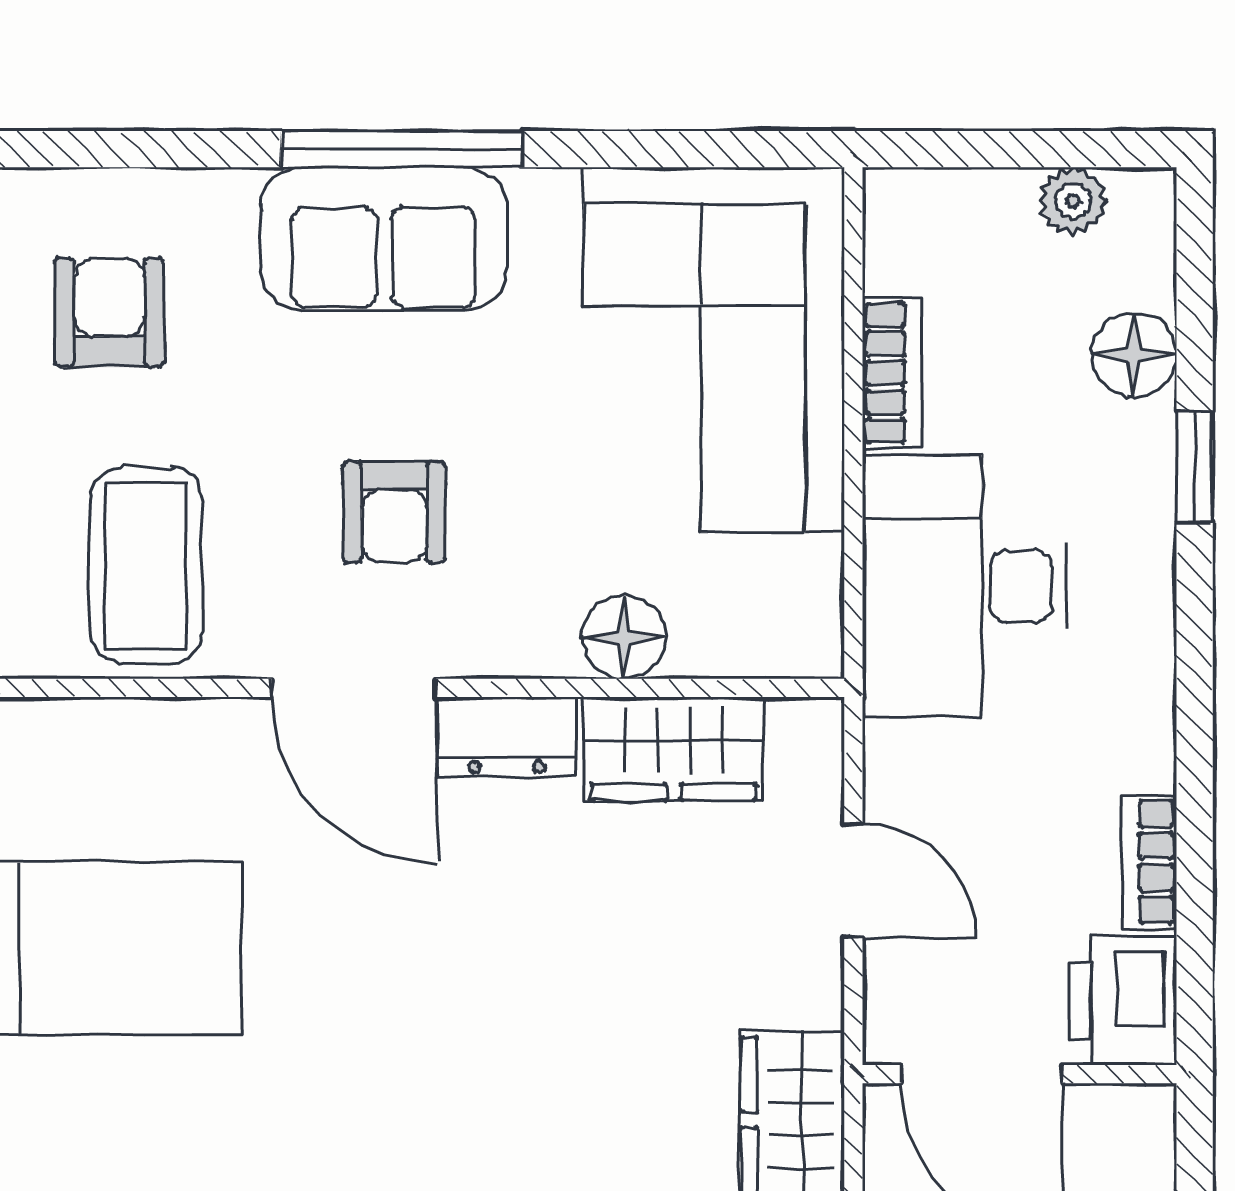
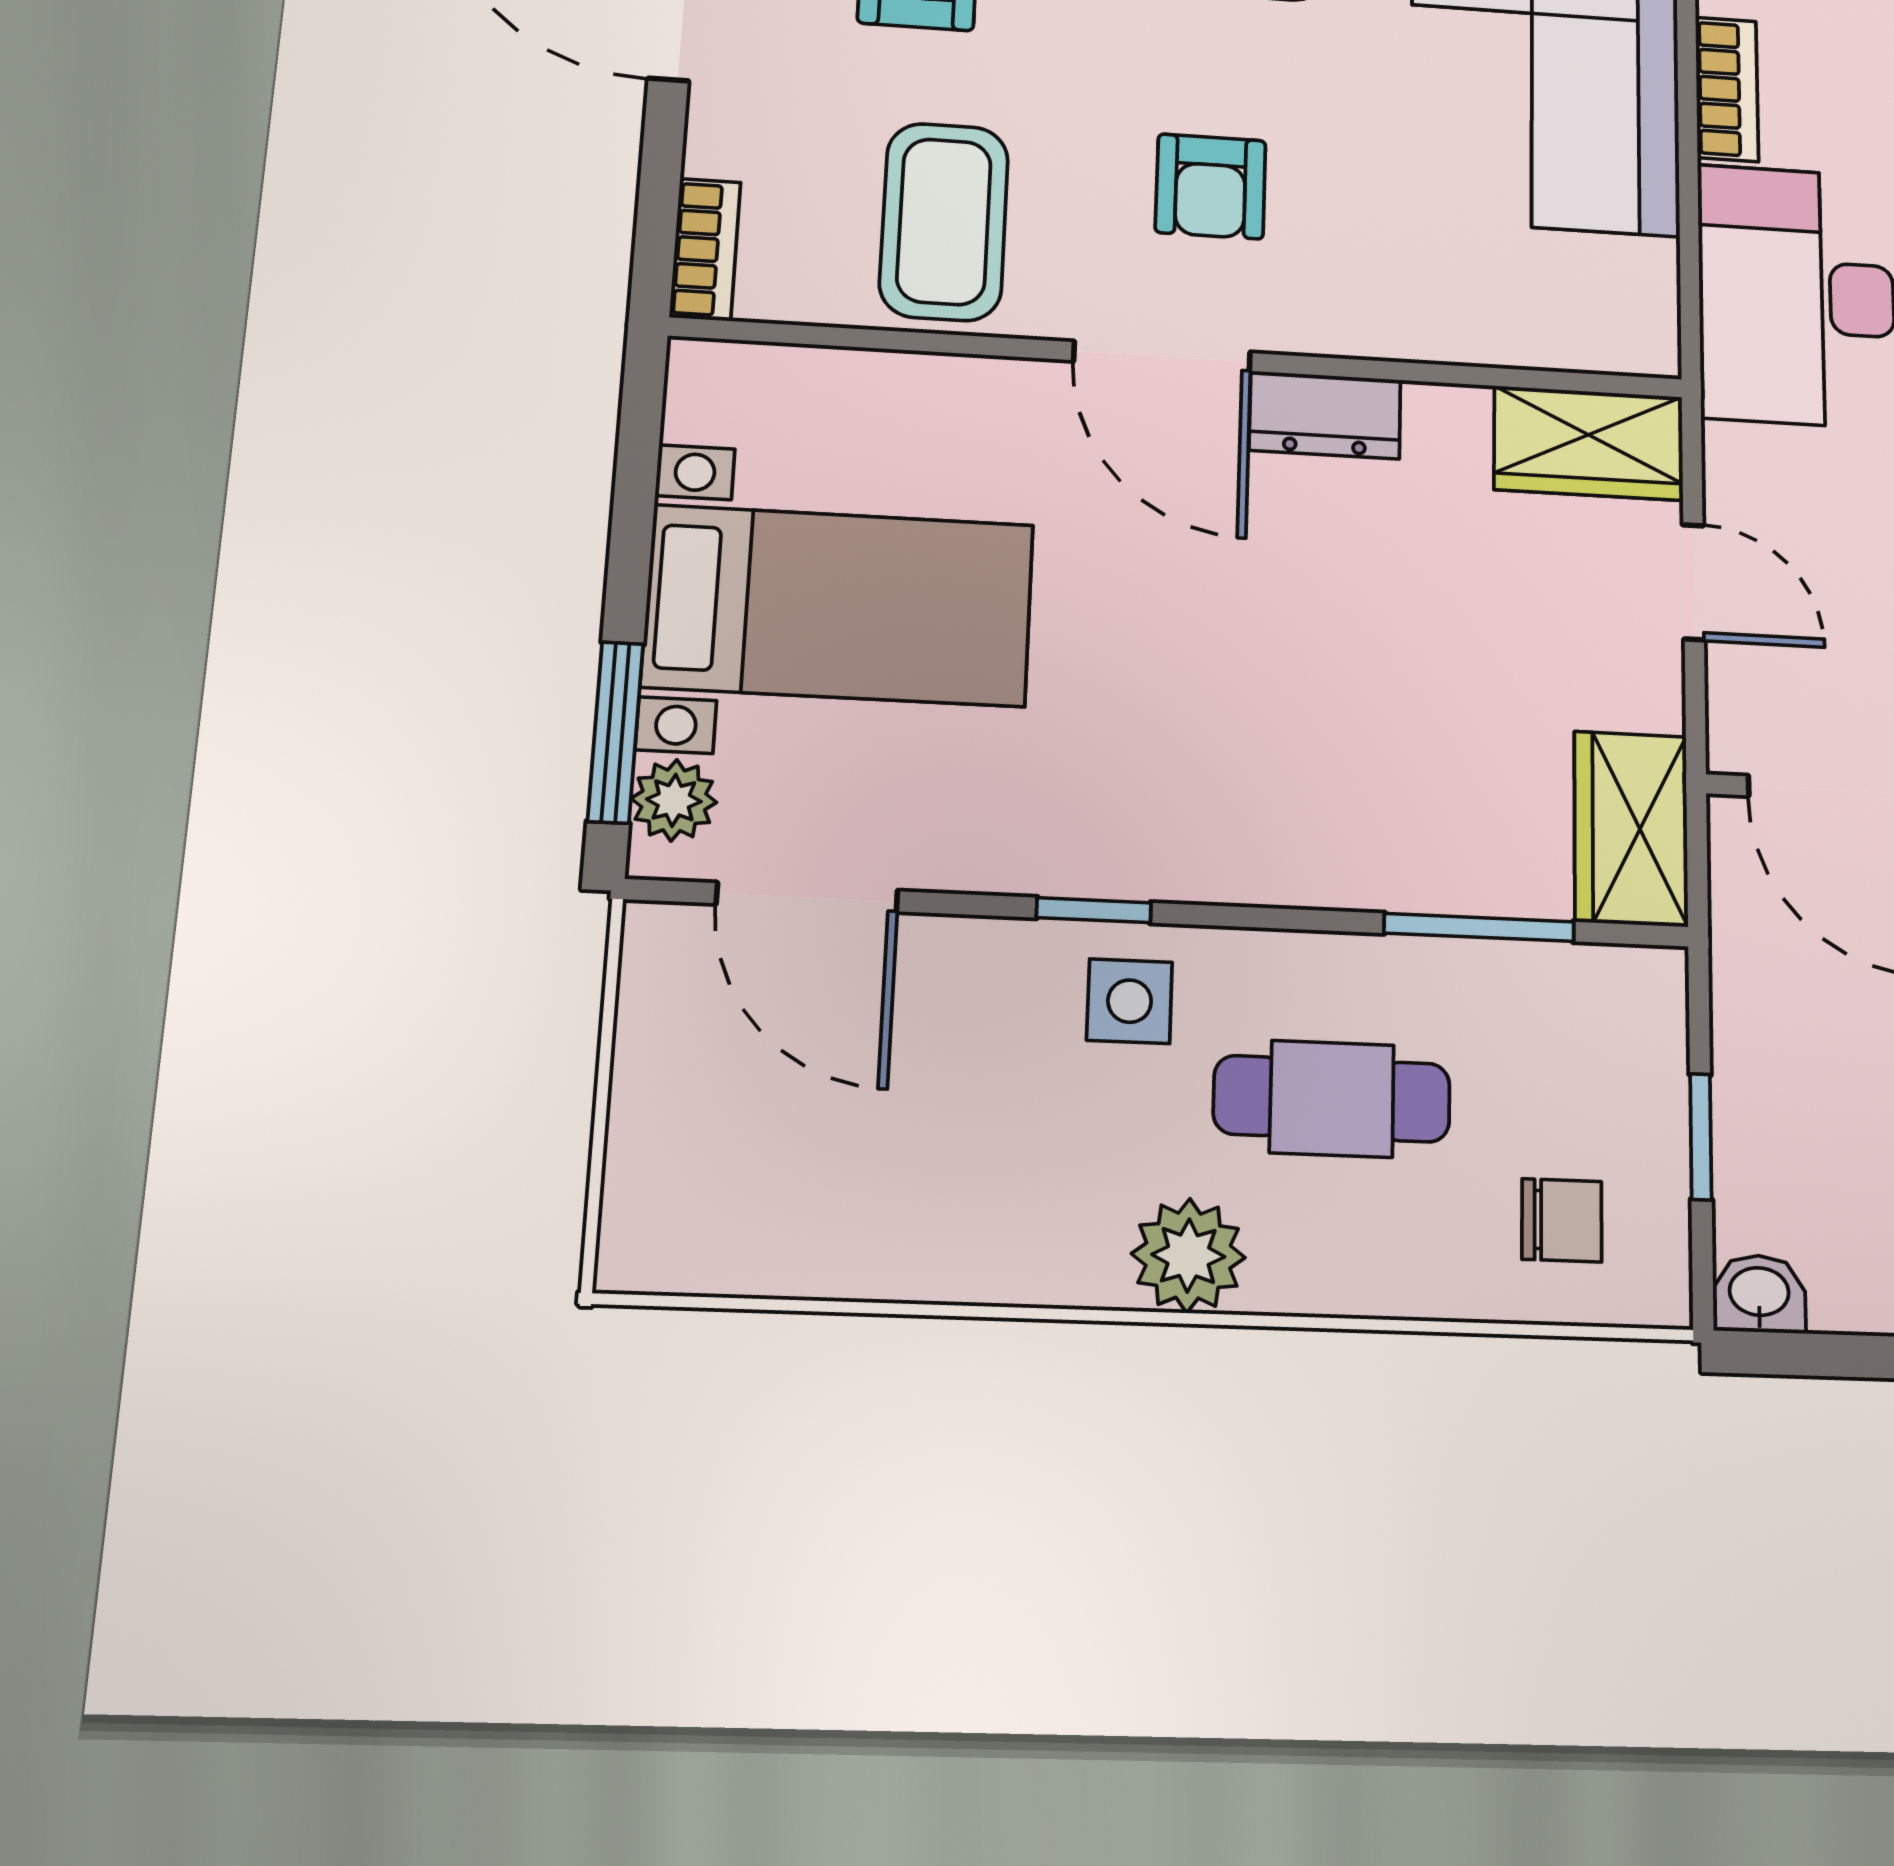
floor lamp: (624, 637) -> (1451, 324), removed
wardrobe: (673, 749) -> (1589, 443), moved

